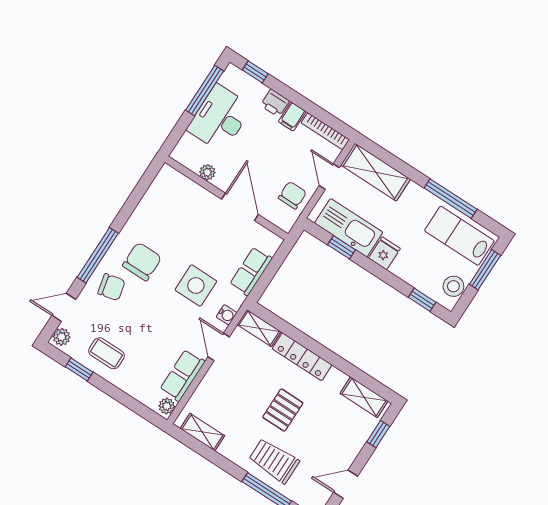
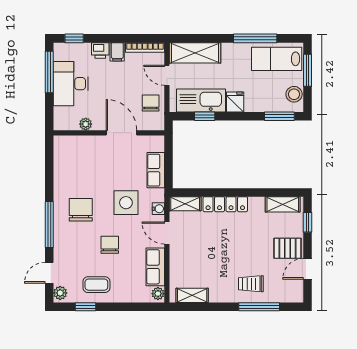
chair: (111, 287) -> (110, 245), moved, turned -77
window: (422, 300) -> (279, 116), width x1.50
pallet: (283, 410) -> (287, 248), moved, turned 90
trolley: (274, 461) -> (251, 284), width x0.73, depth x0.72

